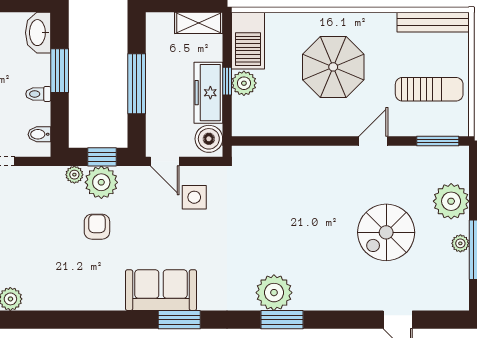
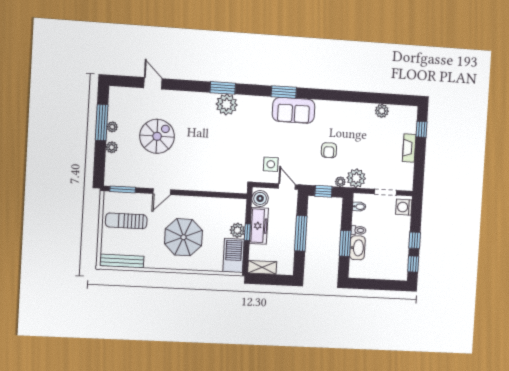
washbasin: (38, 33) -> (357, 248), moved
plant: (101, 182) -> (356, 178), moved
plant: (451, 201) -> (112, 147), width x0.53, depth x0.53

